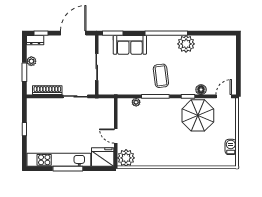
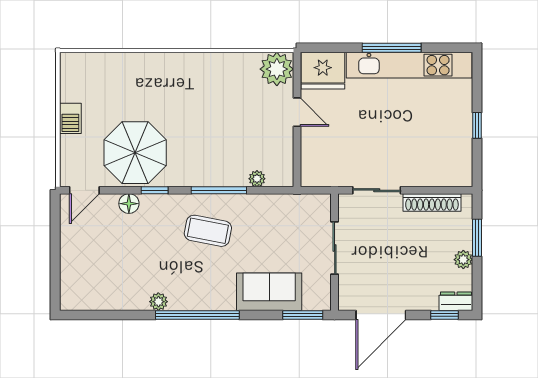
plant: (186, 44) -> (158, 302), width x0.53, depth x0.53
coffee table: (161, 76) -> (208, 231), turned -72
barbecue: (231, 147) -> (70, 118), moved

